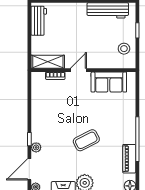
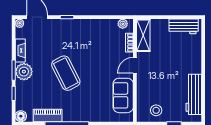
door: (78, 70) -> (135, 65), swing flipped
coffee table: (86, 140) -> (66, 73), width x1.36, depth x1.32
plant: (36, 147) -> (123, 24), moved

